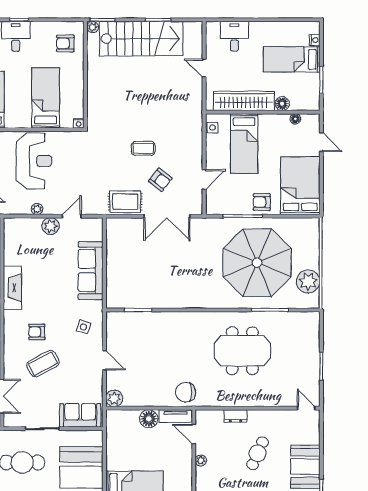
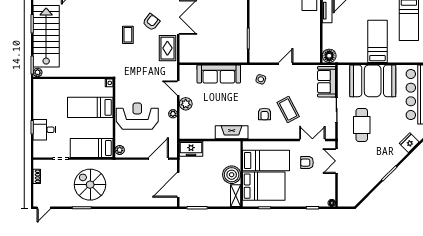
armchair: (65, 43) -> (50, 93), removed
plant: (114, 398) -> (314, 56), removed
floor lamp: (149, 419) -> (329, 56), moved

